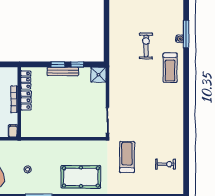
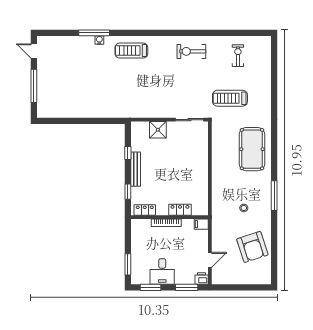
exercise bike: (146, 46) -> (191, 51), moved
window: (58, 64) -> (128, 192), moved
treadmill: (170, 68) -> (131, 51), turned 180
shower: (98, 75) -> (158, 130), moved
locker: (26, 100) -> (180, 210), moved

